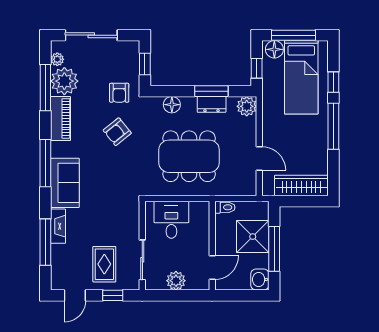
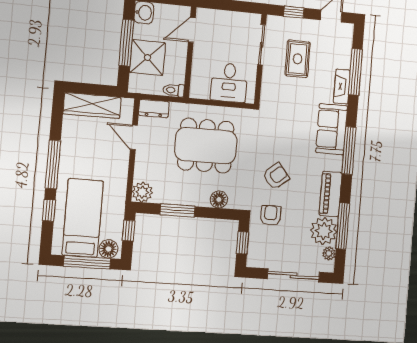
dresser: (212, 104) -> (154, 109), moved, turned 180
rug: (104, 264) -> (298, 59), moved
plant: (176, 281) -> (230, 20), removed

